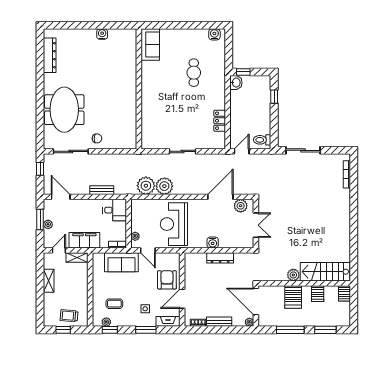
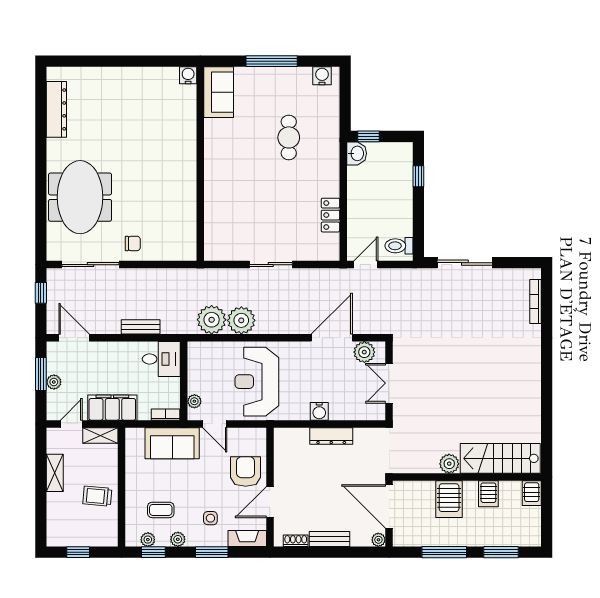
window: (183, 25) -> (272, 61), added
water cooler: (102, 34) -> (188, 75), moved
double door: (256, 225) -> (389, 383), swing flipped
trolley: (69, 316) -> (97, 496), moved
plant: (125, 322) -> (178, 539), added

